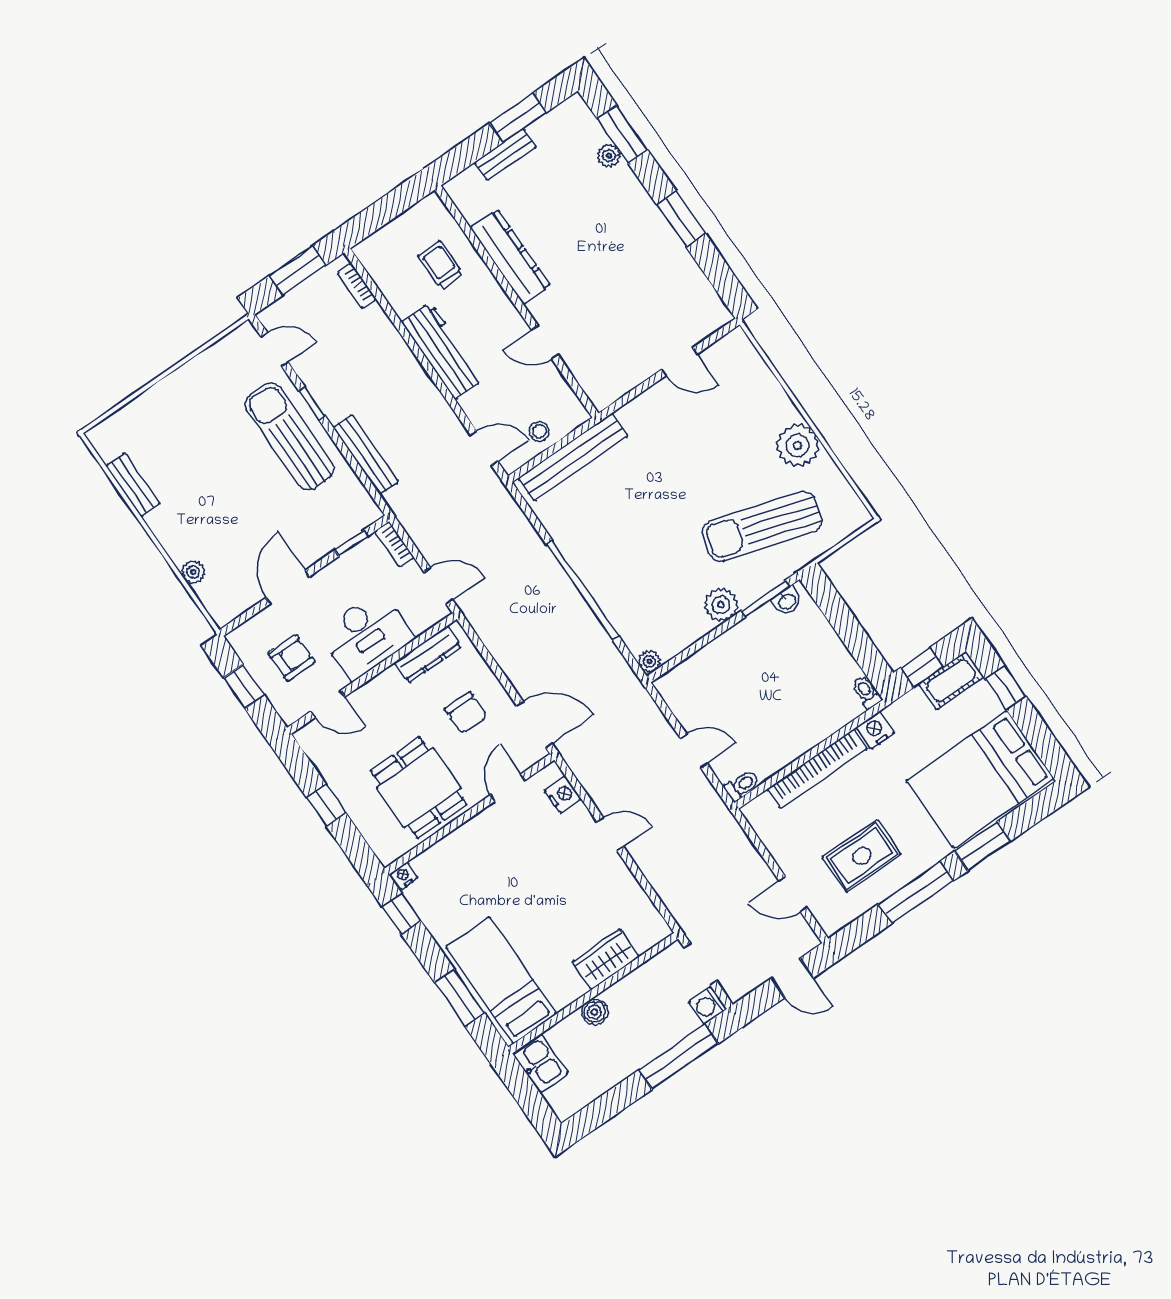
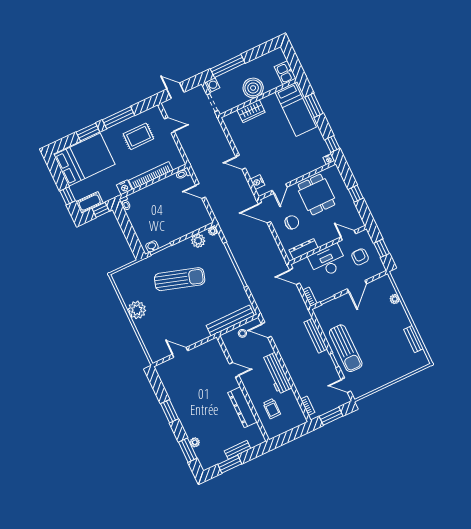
sun lounger: (762, 526) -> (180, 279), moved
plant: (721, 605) -> (198, 241), moved
armchair: (291, 658) -> (360, 257), turned 90
chair: (466, 713) -> (292, 222), turned 90
boiler: (595, 1012) -> (253, 88), width x1.86, depth x1.86

